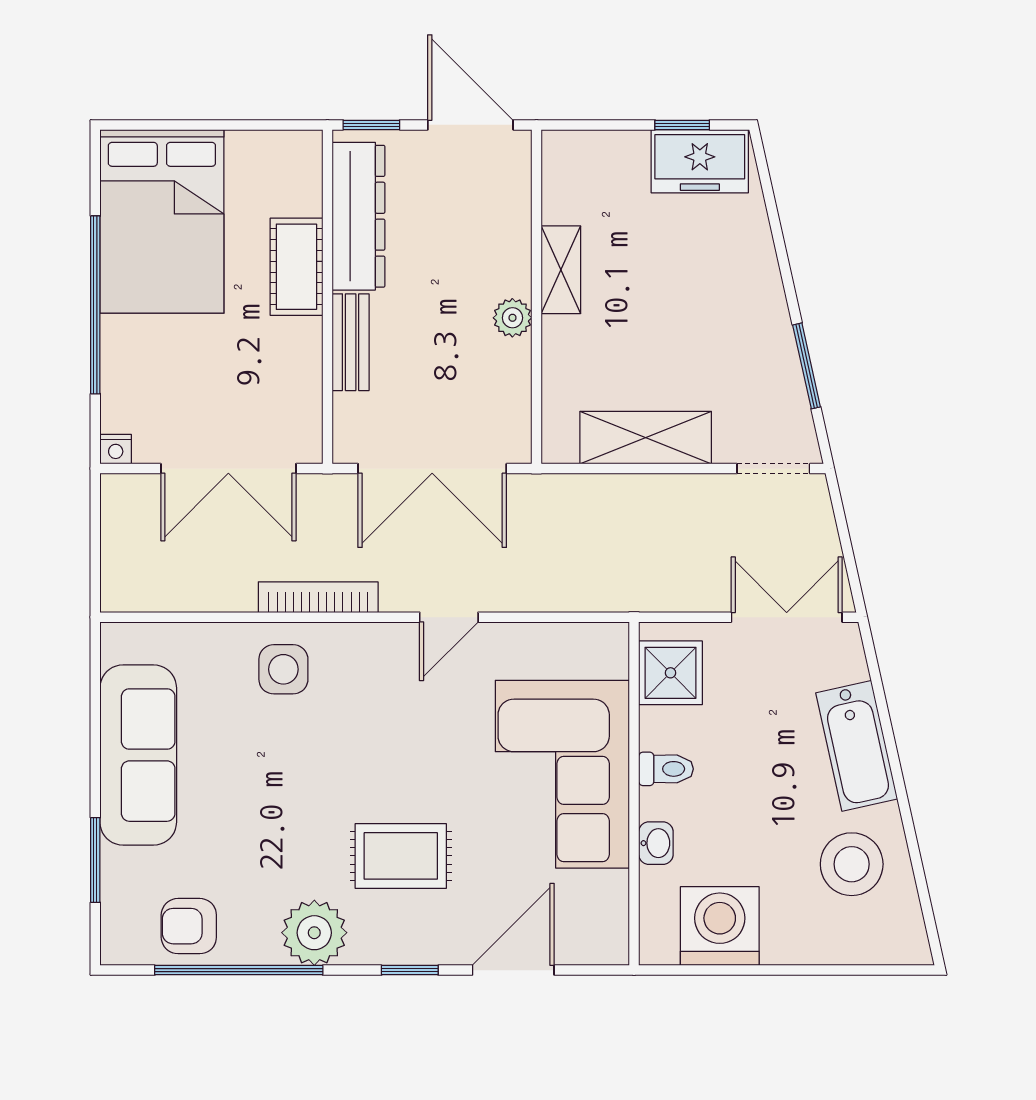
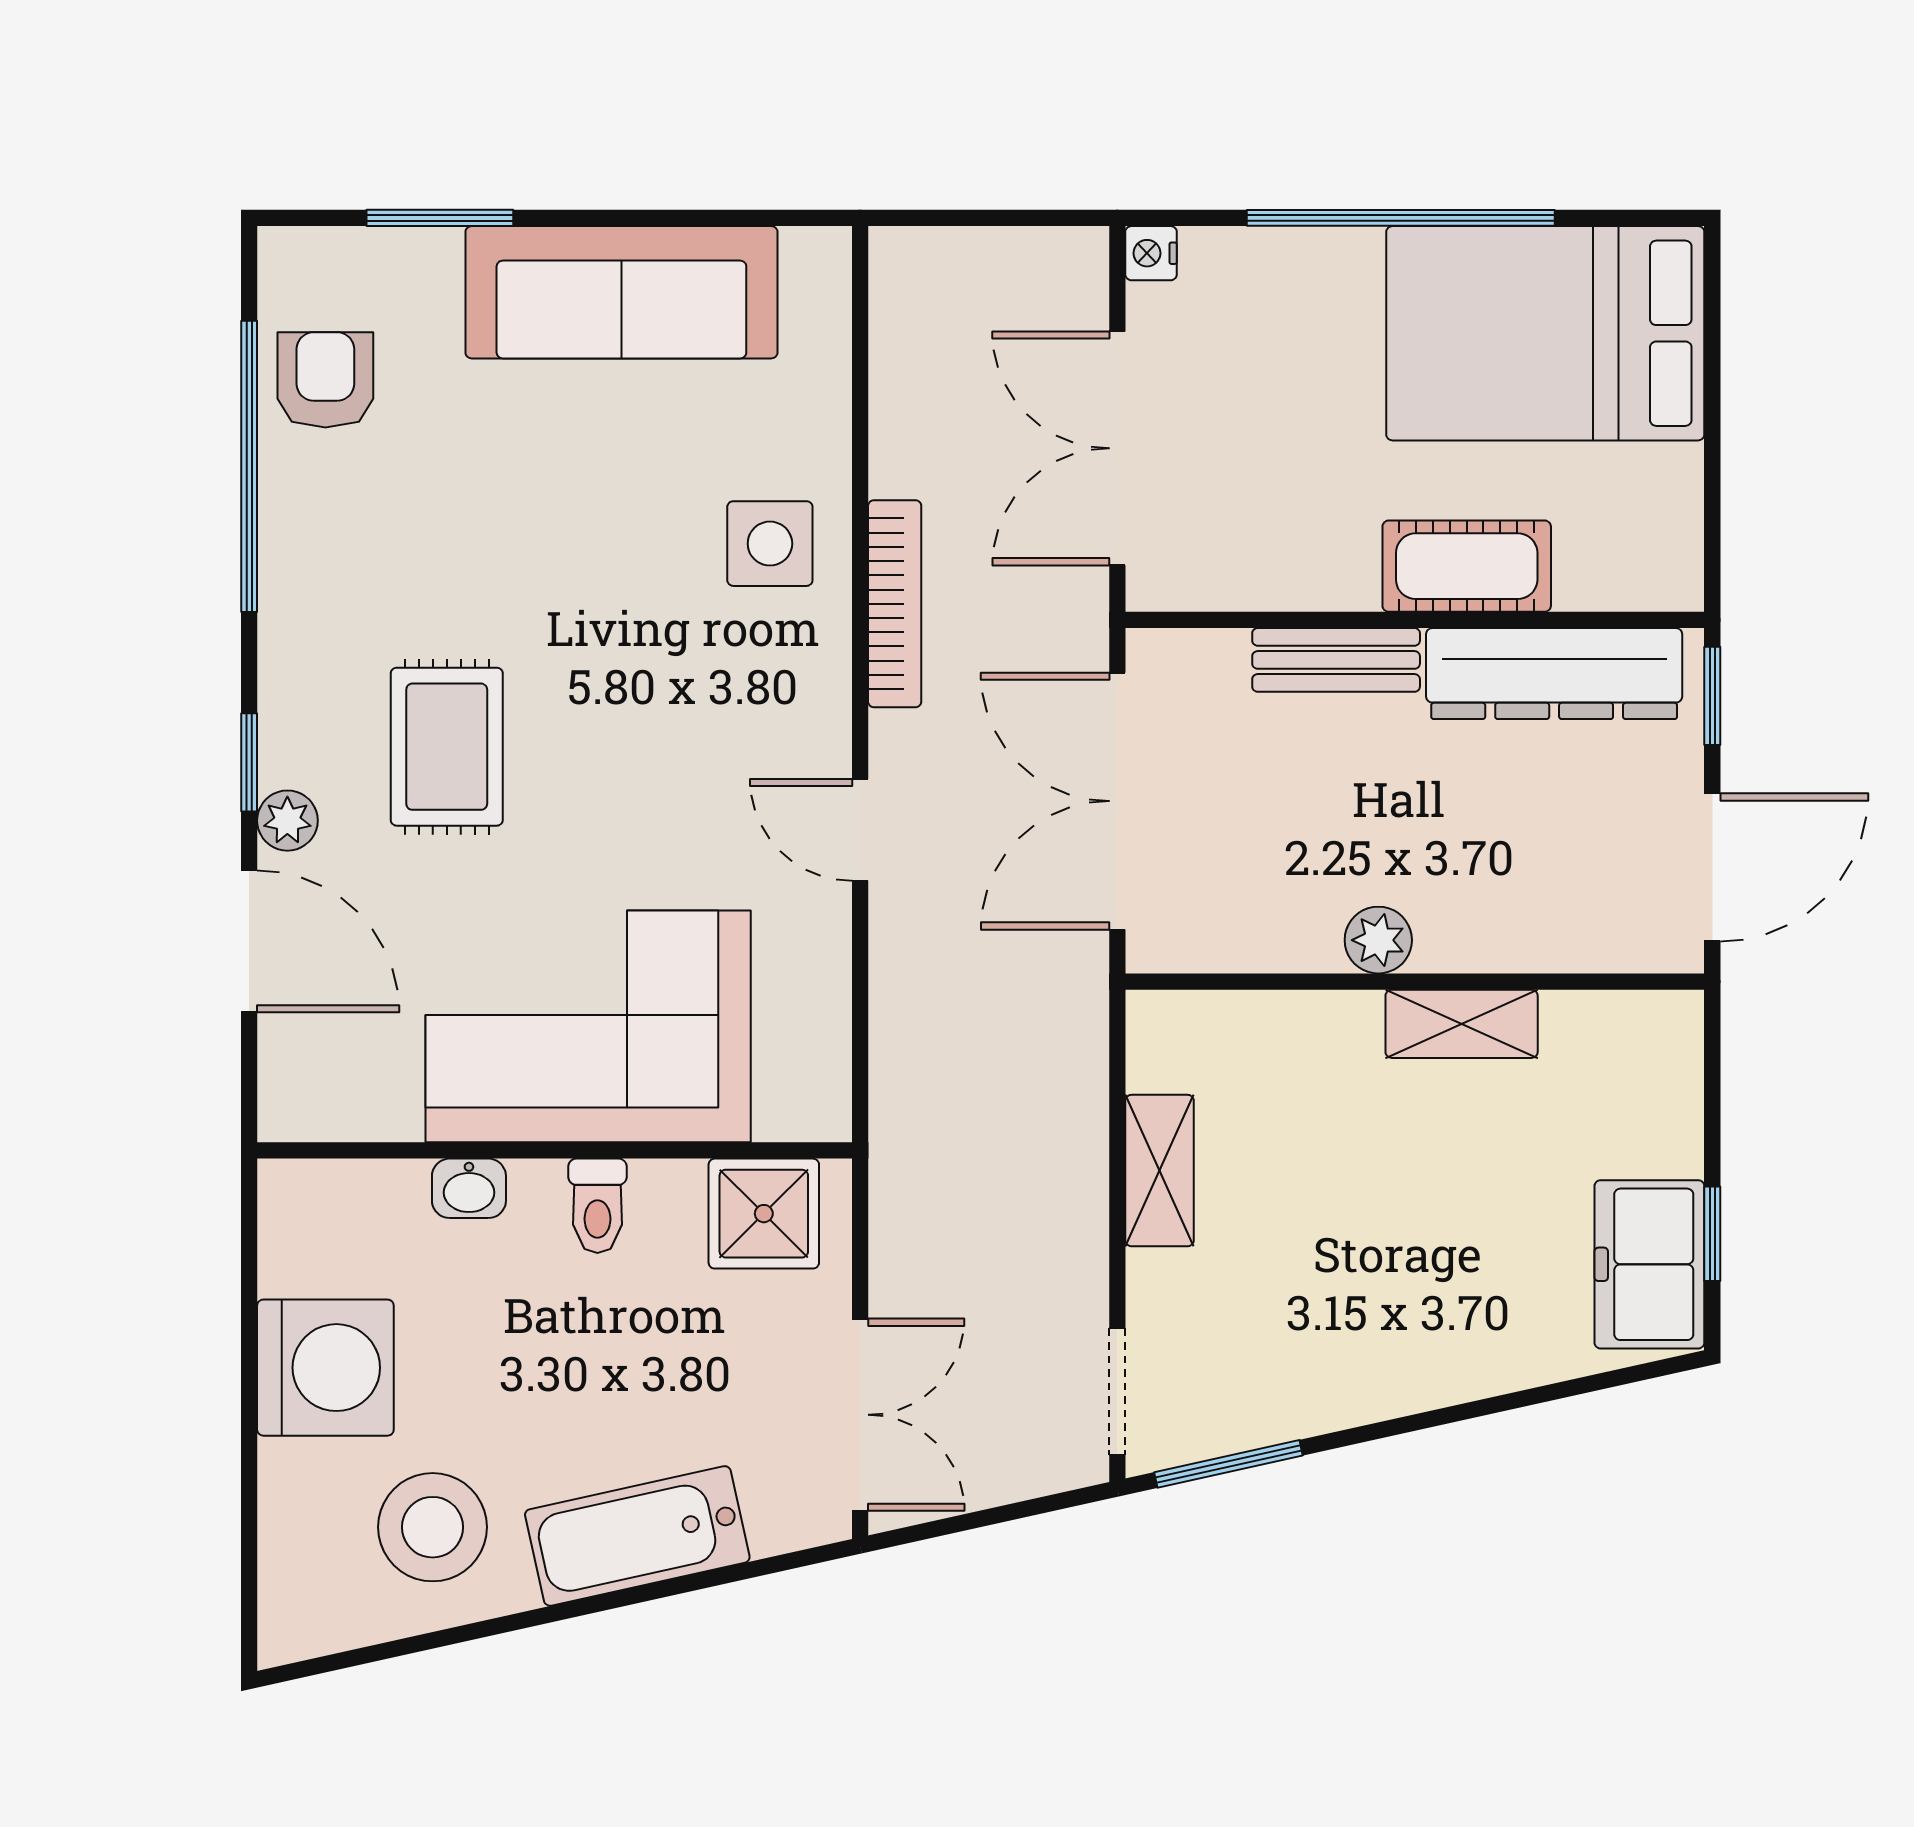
window: (807, 366) -> (1228, 1464), moved
shelving: (646, 438) -> (1160, 1171), width x0.67, depth x0.75
washing machine: (720, 926) -> (325, 1368), moved
plant: (314, 933) -> (287, 821), moved, width x0.53, depth x0.53

